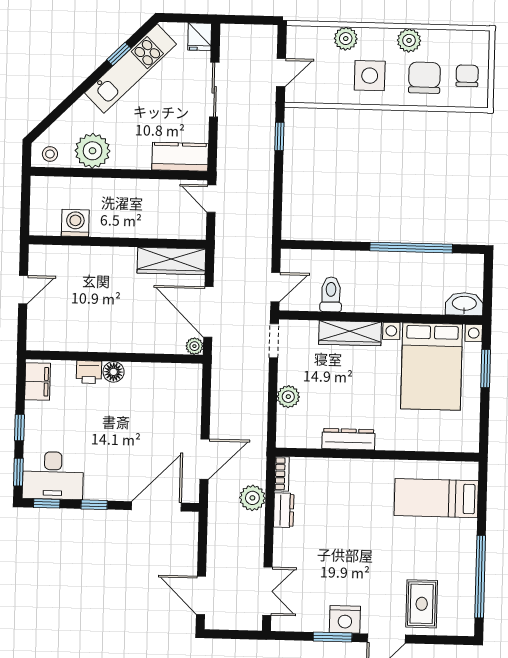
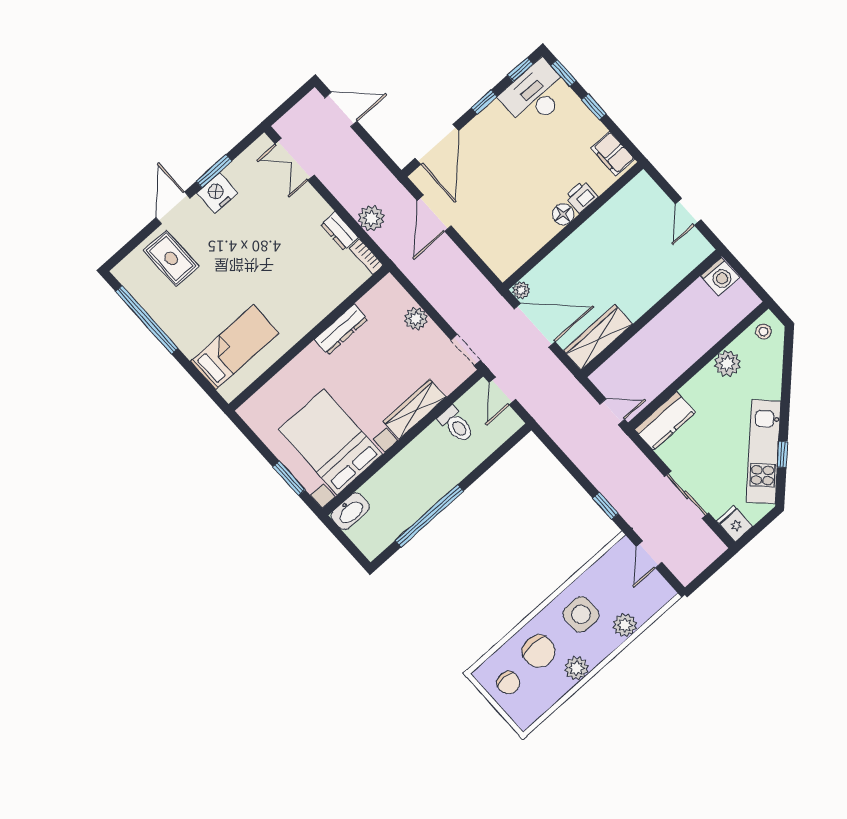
plant: (93, 151) -> (727, 363), width x0.73, depth x0.73
washing machine: (75, 223) -> (720, 276), moved

